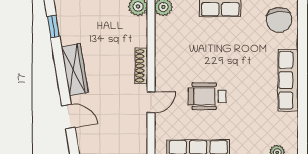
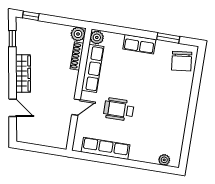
shoe rack: (141, 66) -> (77, 56), moved
row of seats: (288, 80) -> (93, 68), moved, turned 180

